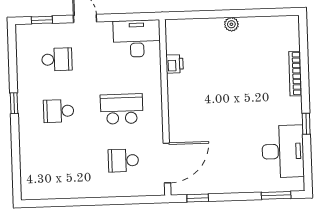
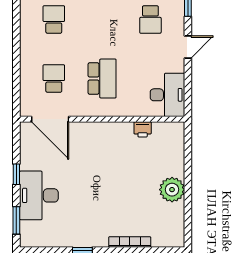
plant: (231, 24) -> (172, 190), width x1.88, depth x1.88
school desk: (59, 111) -> (54, 19), moved
desk: (283, 151) -> (39, 195), moved, turned 90
window: (198, 198) -> (16, 174), moved

